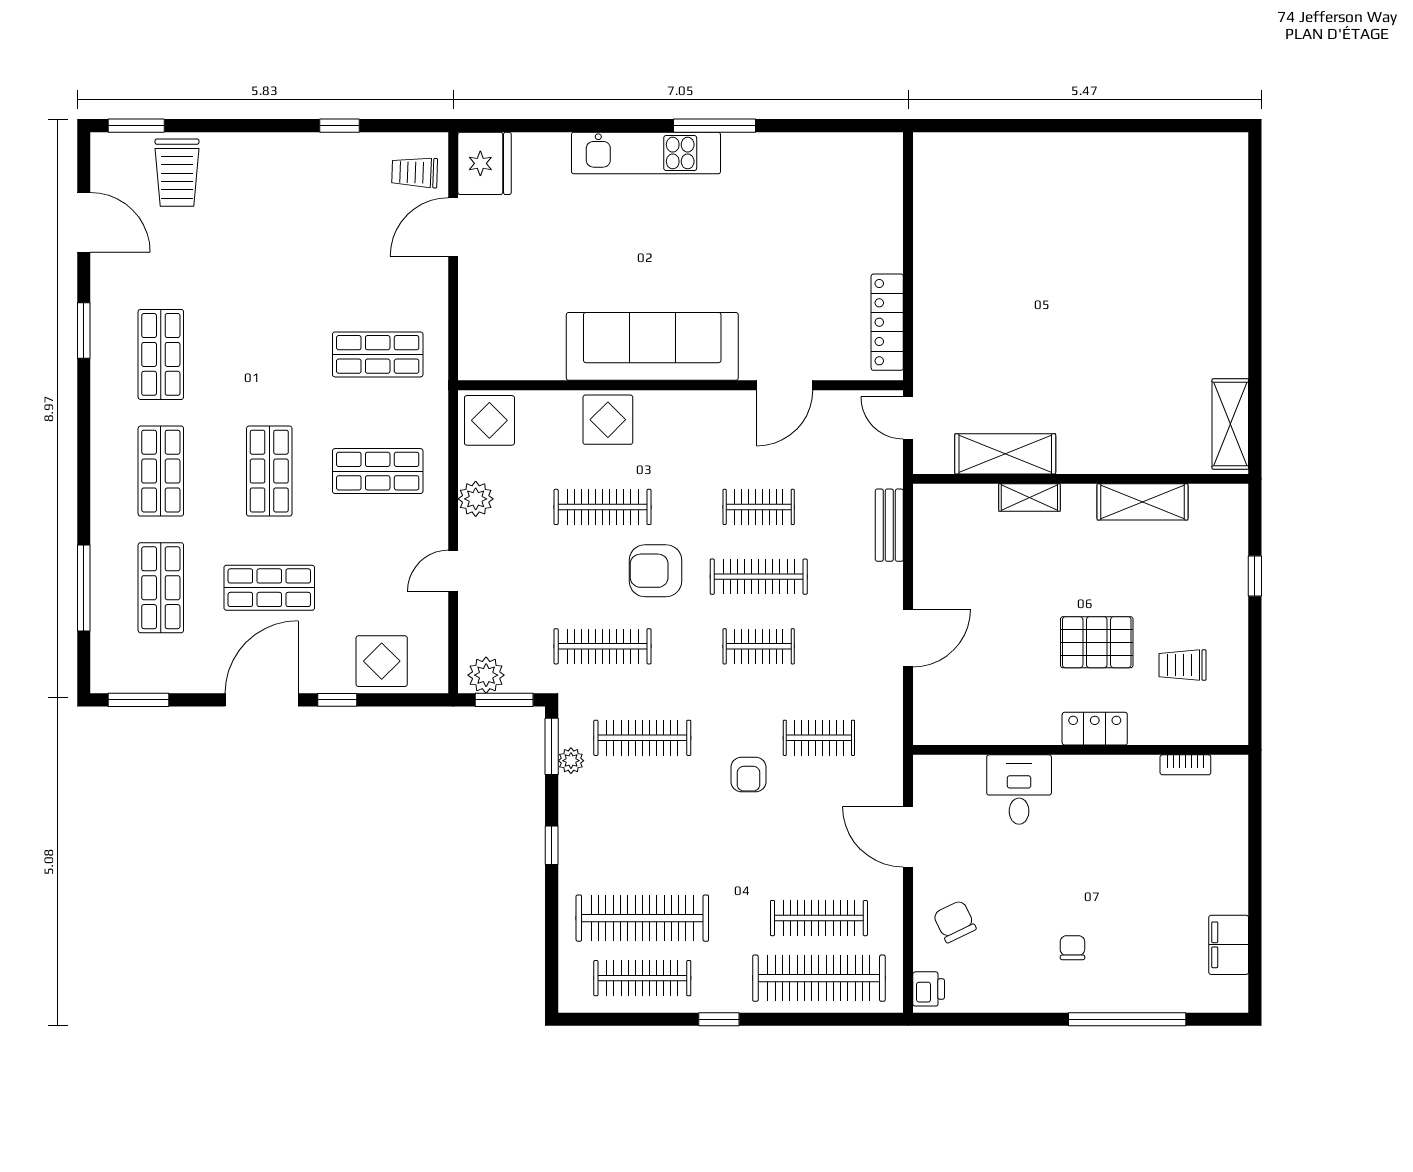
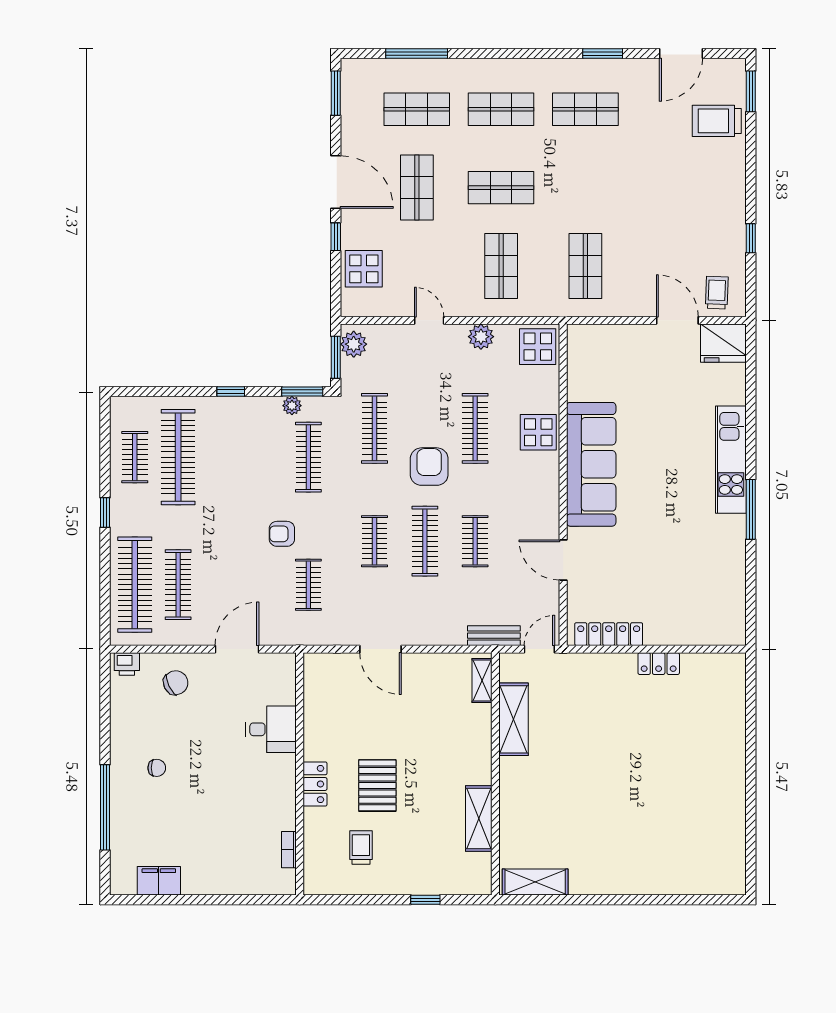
locker: (928, 253) -> (659, 664), added
shelving: (1029, 498) -> (482, 681), moved
bench: (889, 525) -> (494, 636), moved
clothes rail: (642, 978) -> (135, 457), width x0.73

